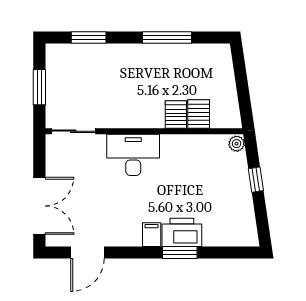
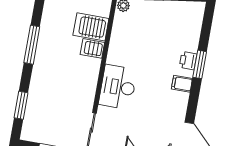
server rack: (199, 114) -> (91, 27), width x1.36, depth x1.44
printer: (182, 232) -> (188, 61), width x0.53, depth x0.68

